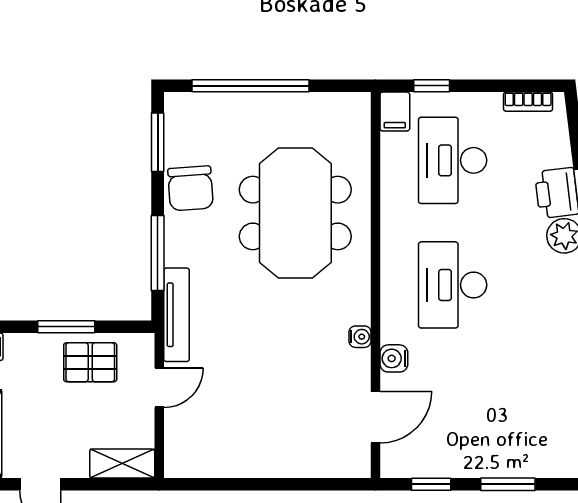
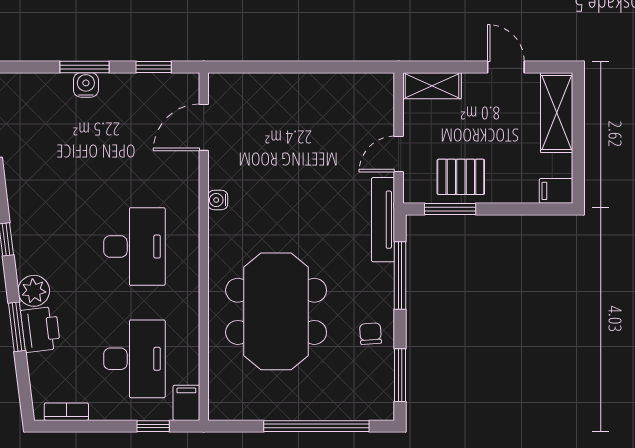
chair: (191, 188) -> (370, 334), width x0.54, depth x0.54
window: (66, 327) -> (450, 209), moved
water cooler: (394, 358) -> (86, 85), moved, turned -90

